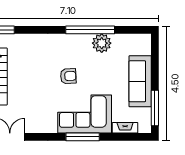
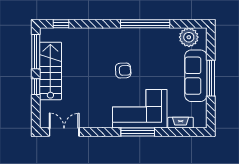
plant: (102, 43) -> (189, 37), moved
window: (155, 108) -> (211, 78), moved

